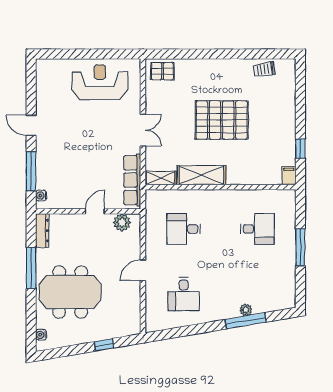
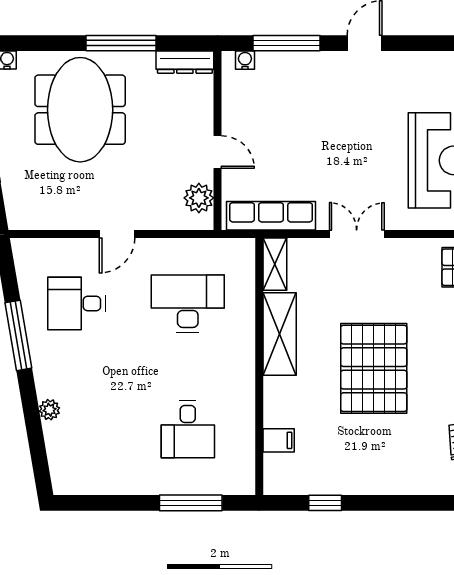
double door: (143, 130) -> (357, 234), swing flipped
filing cabinet: (289, 176) -> (279, 440), moved
desk: (184, 229) -> (188, 304), width x1.37
window: (300, 247) -> (191, 503), moved
door: (143, 270) -> (117, 234), swing flipped
window: (246, 321) -> (18, 335), moved

